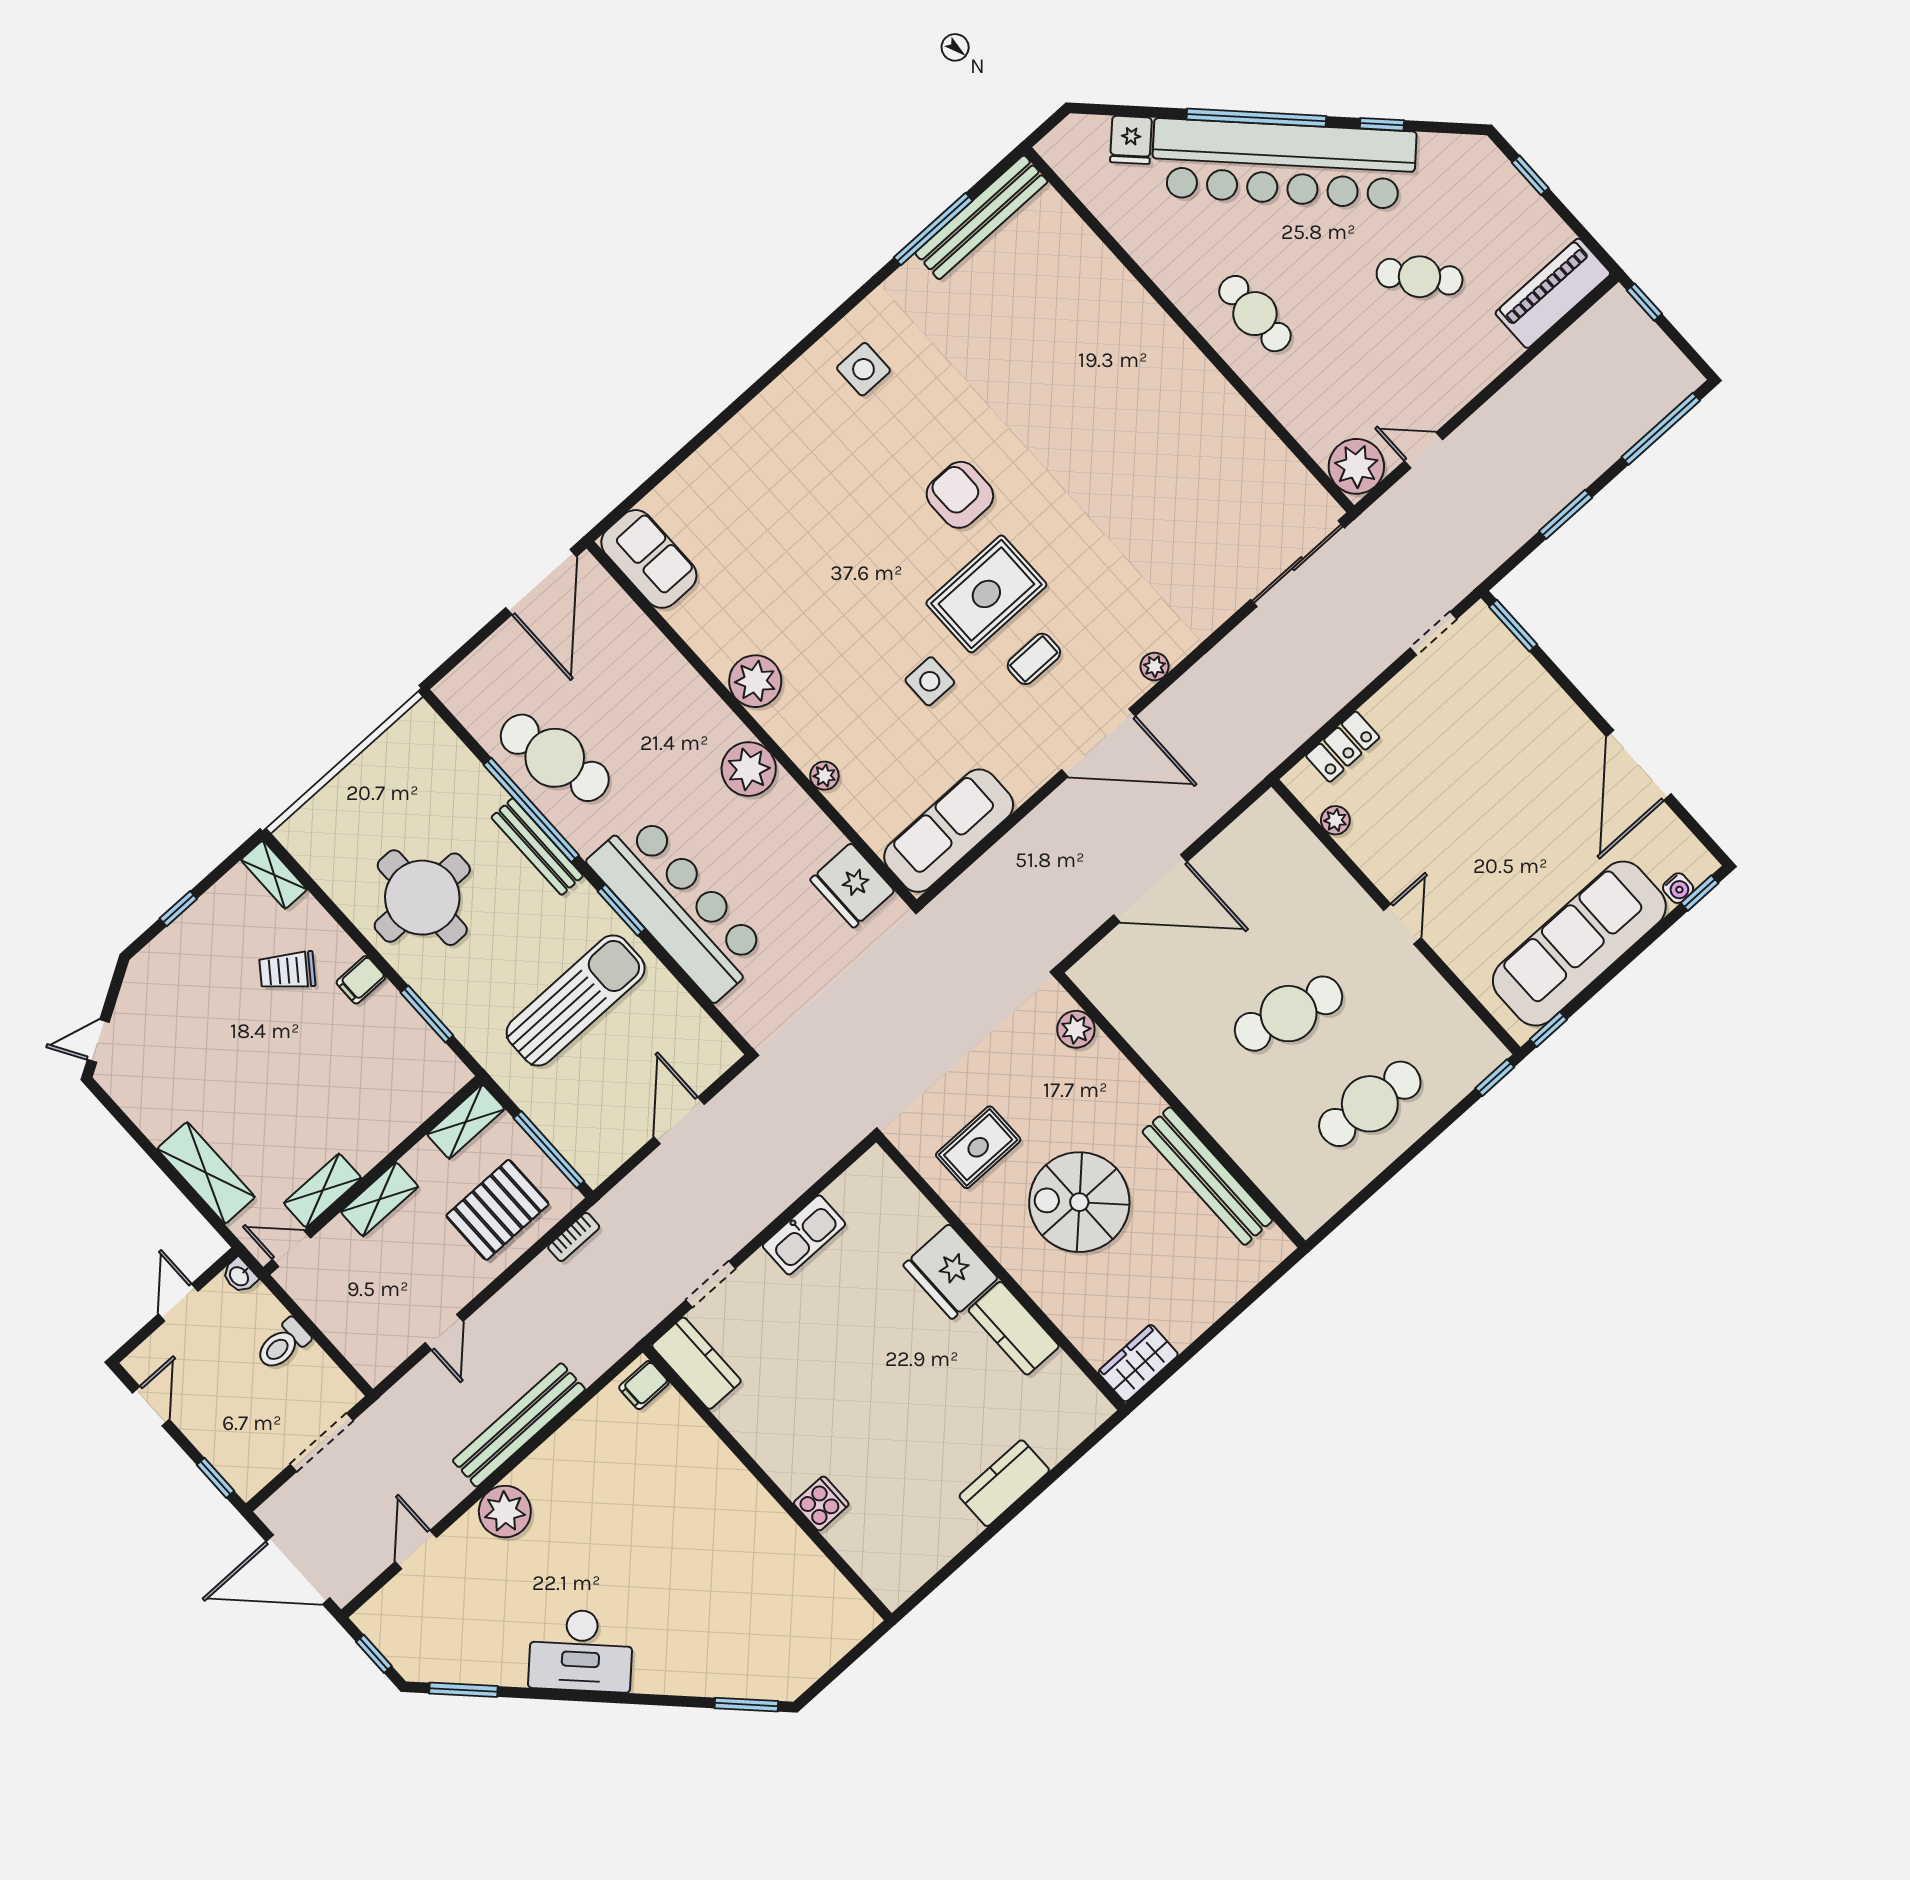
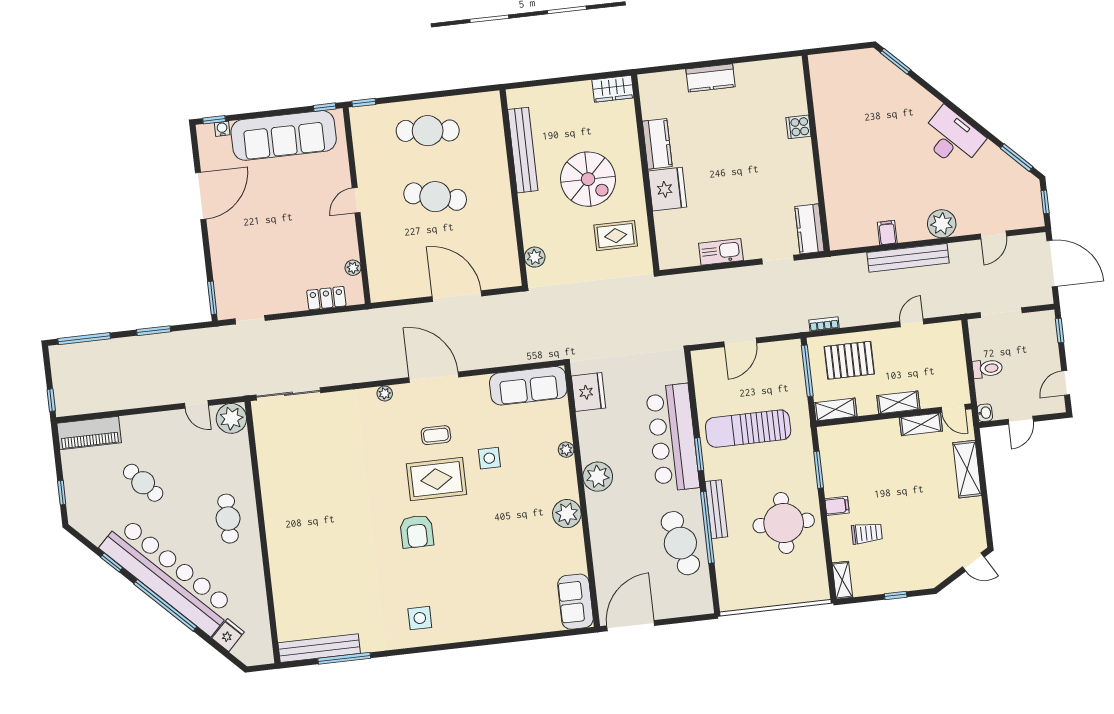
trolley: (287, 971) -> (867, 533), turned -37
filing cabinet: (644, 1385) -> (887, 233), moved, turned -90

